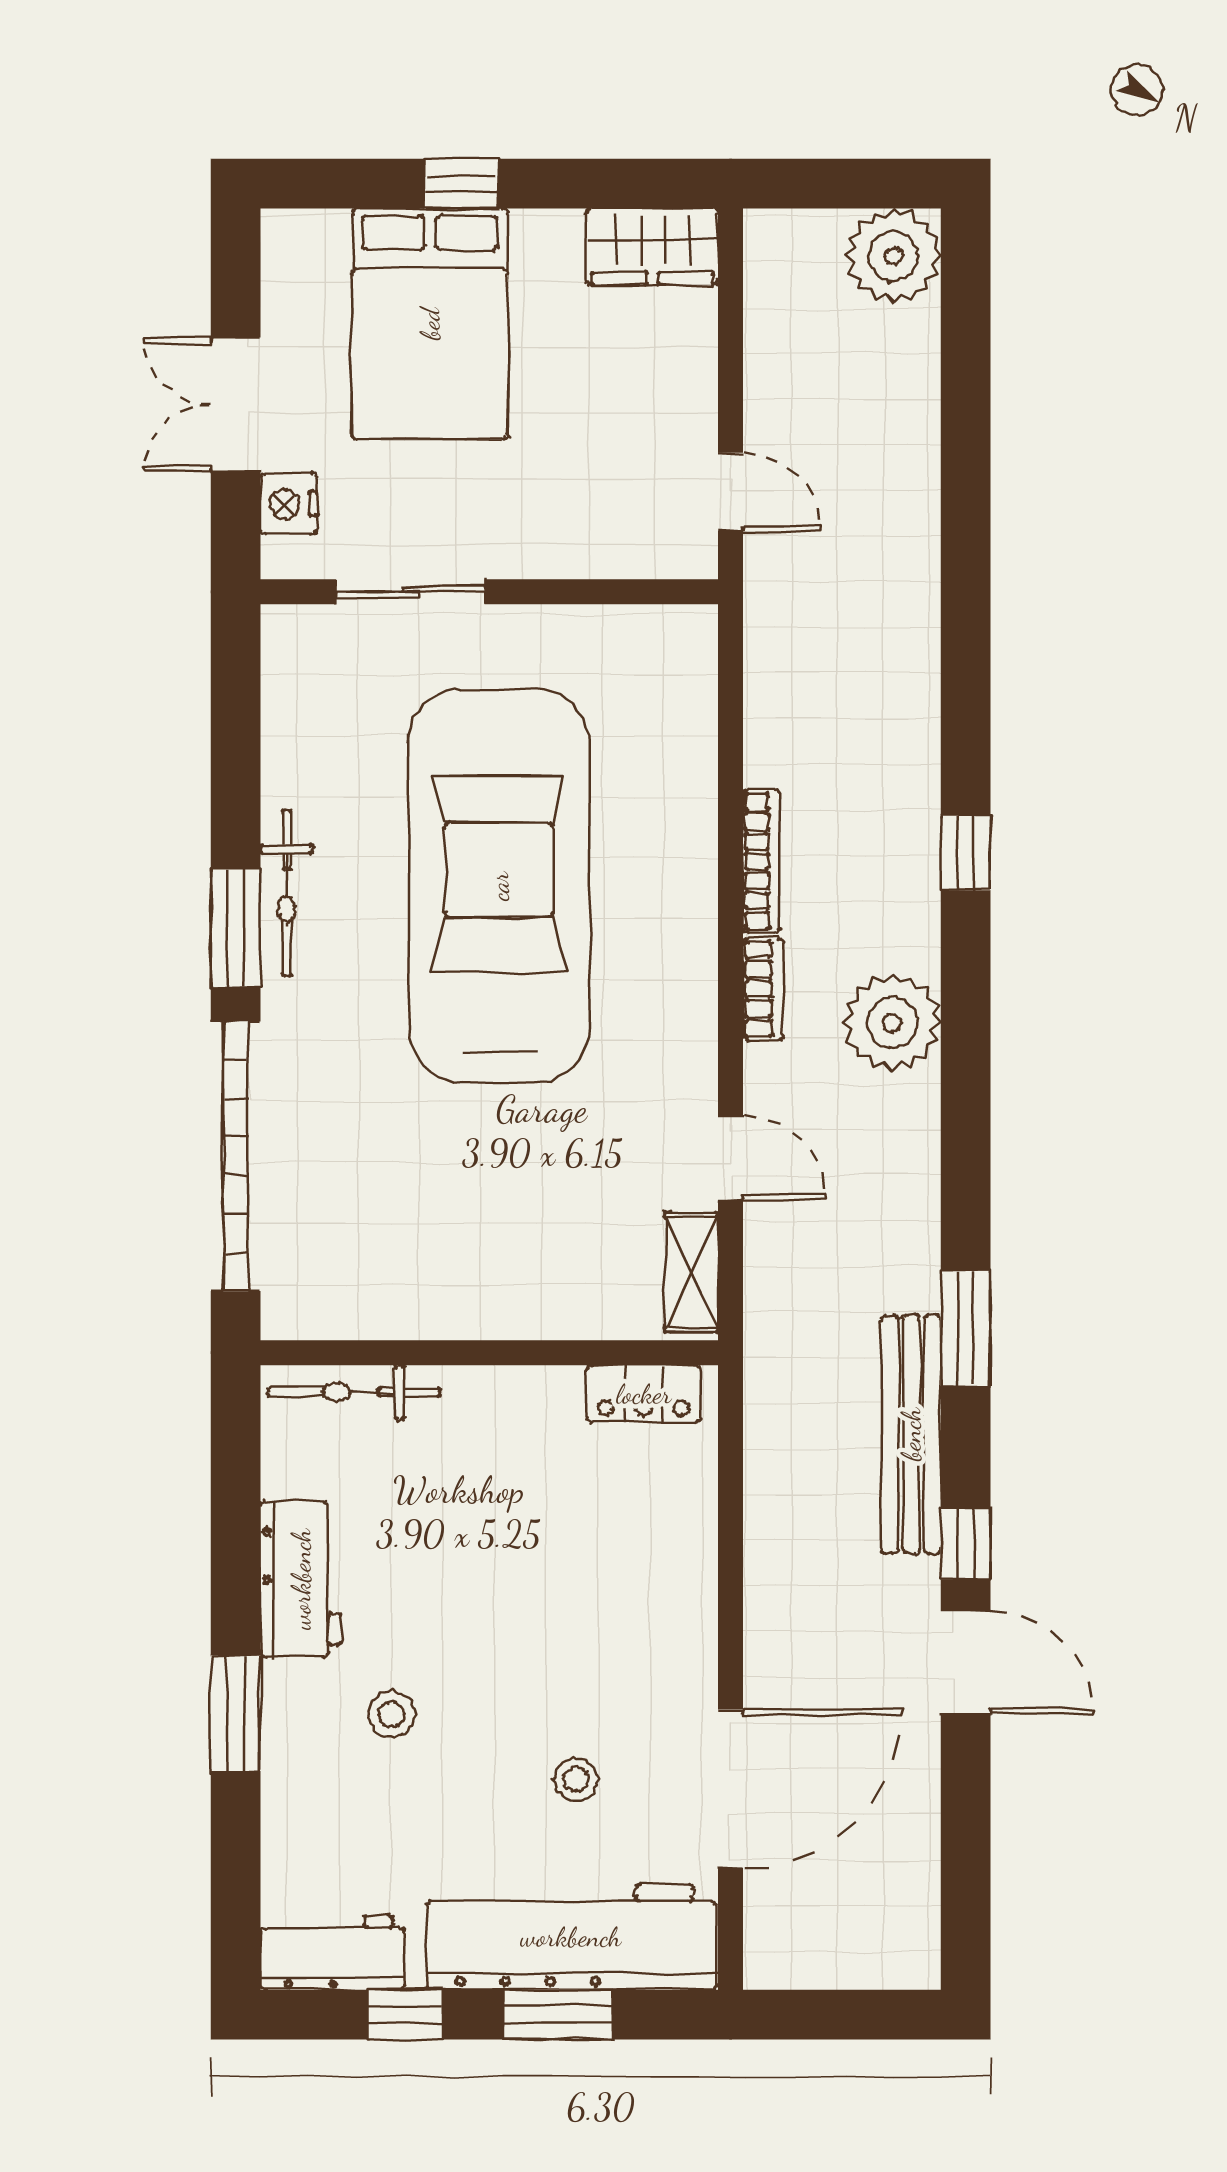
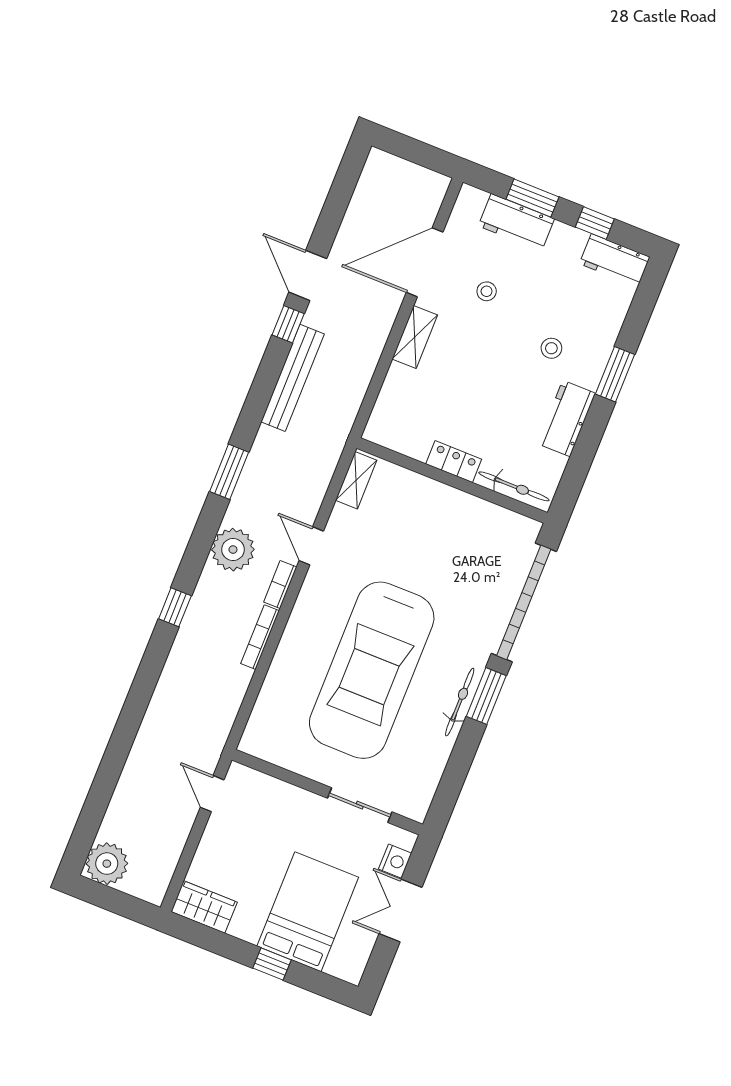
double door: (236, 404) -> (401, 911), swing flipped
door: (731, 1158) -> (311, 546), moved
window: (966, 1328) -> (229, 472), moved
locker: (644, 1394) -> (454, 462), moved
shelving: (689, 1623) -> (415, 337), added
workbench: (571, 1937) -> (516, 222), width x0.53, depth x0.76

